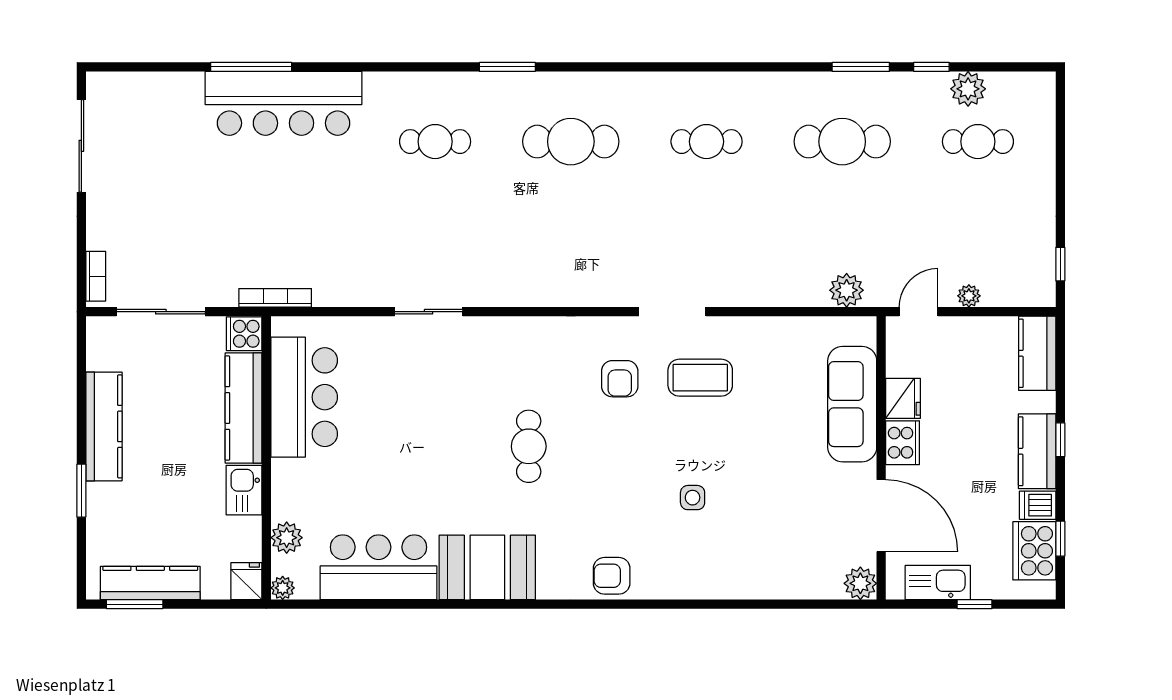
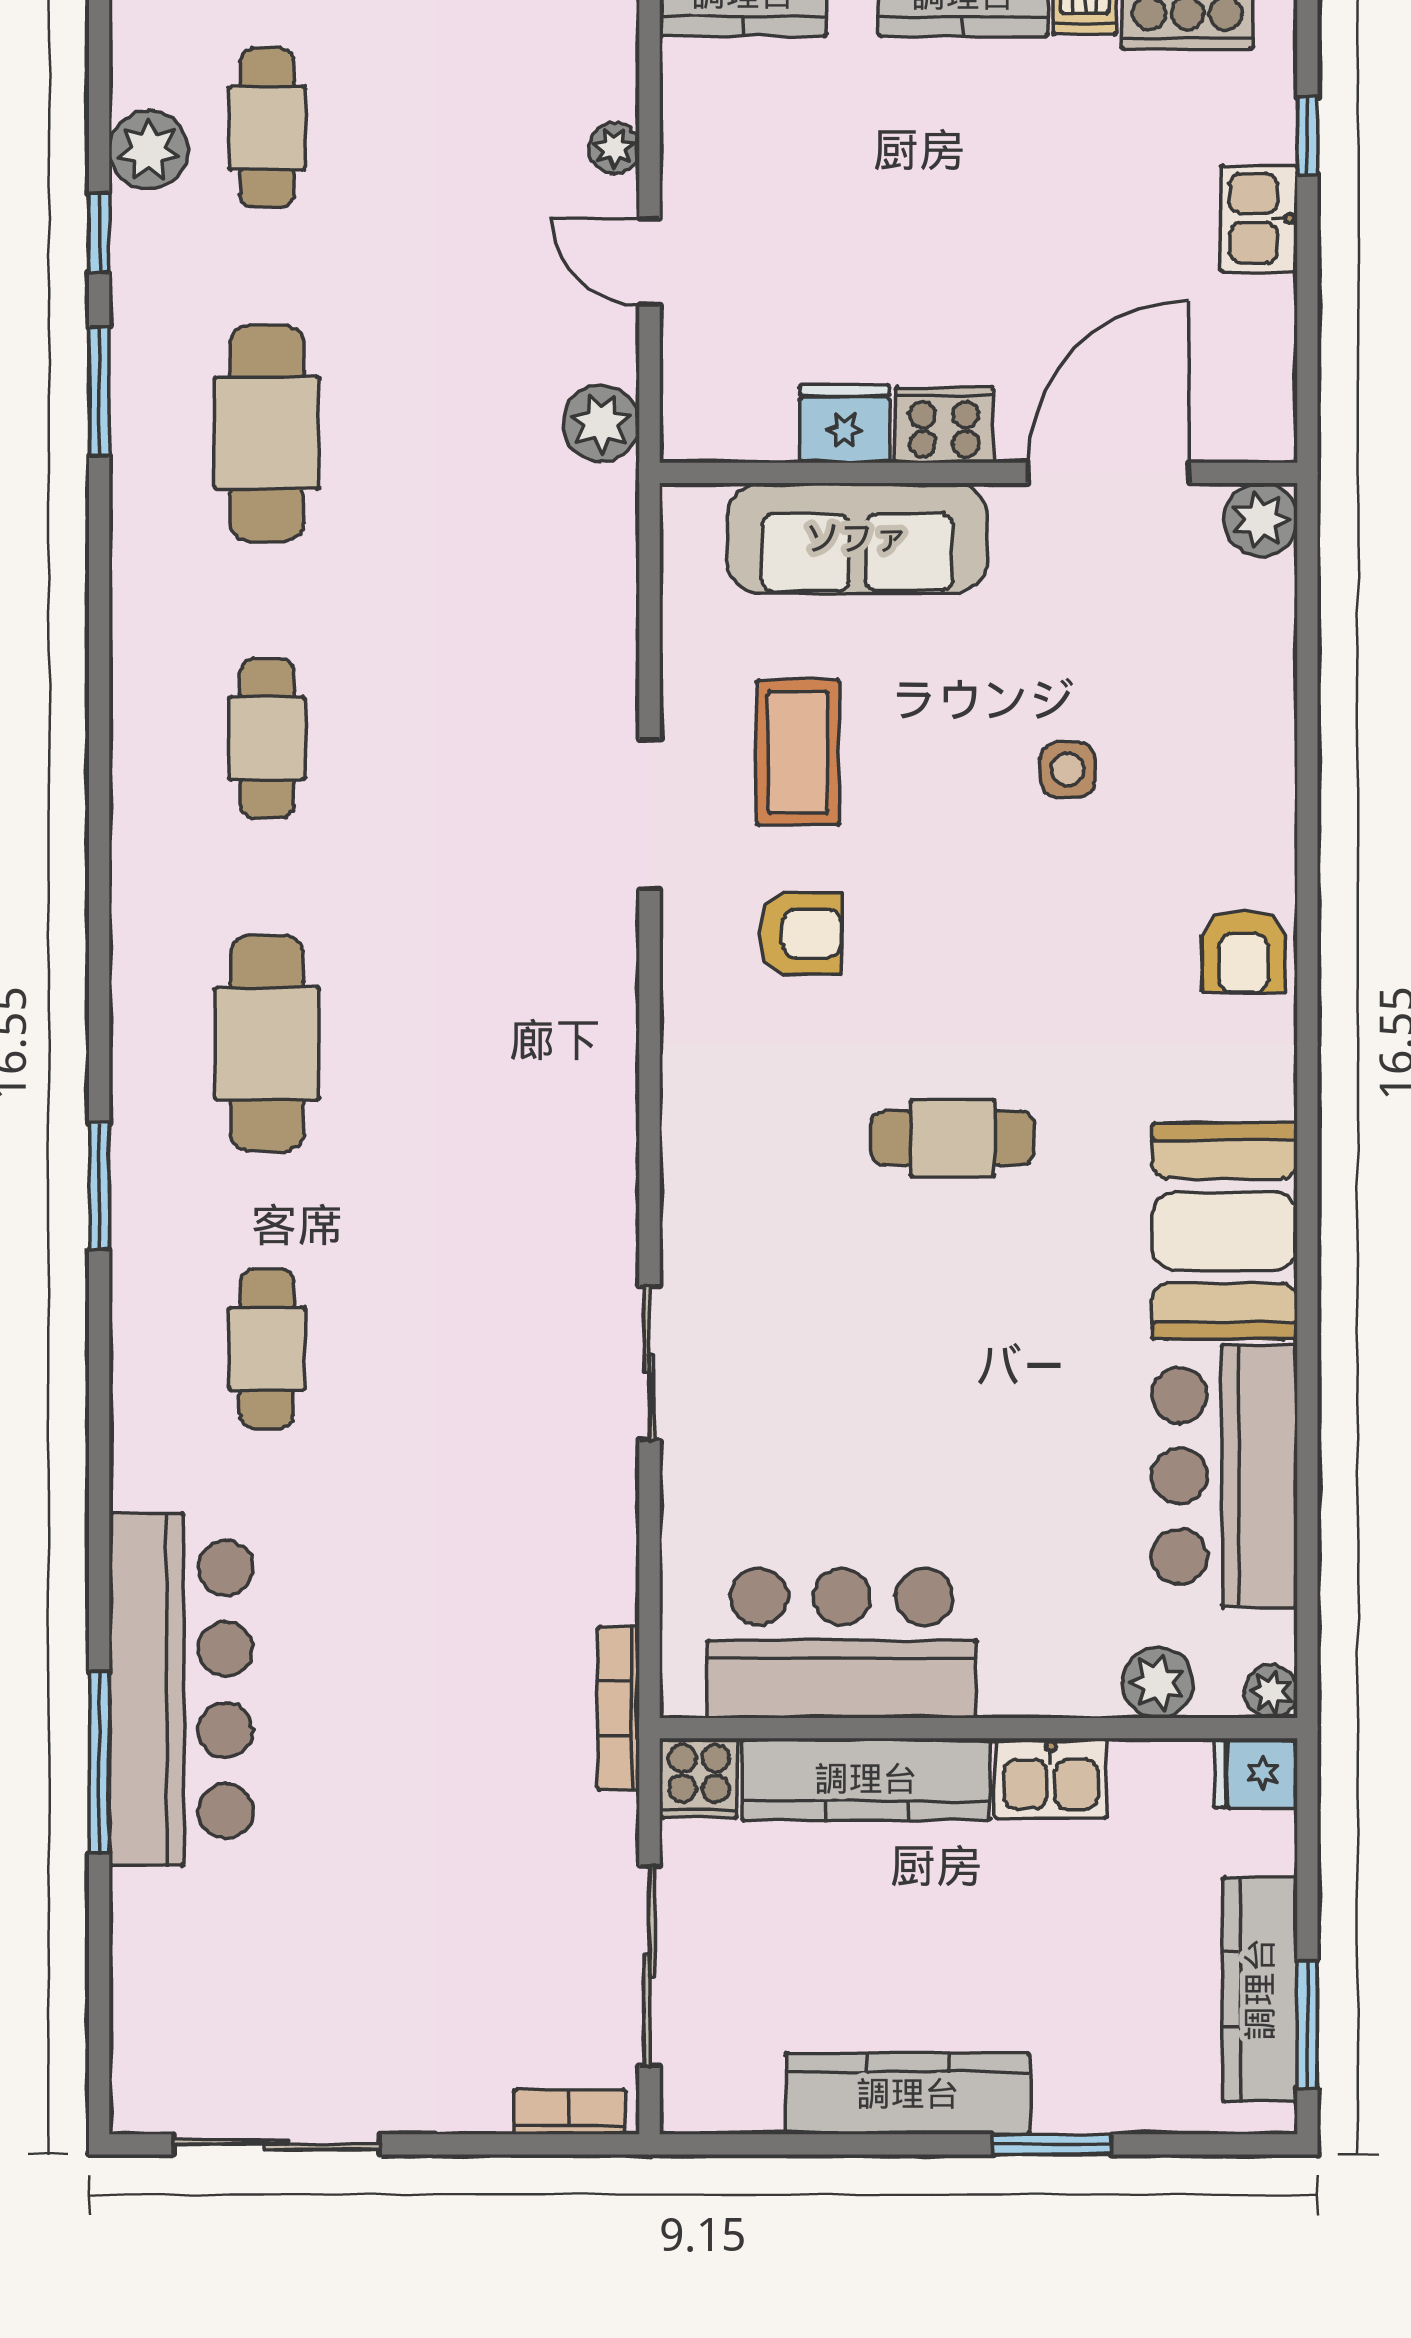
fridge: (903, 398) -> (845, 424), moved
sofa: (852, 404) -> (857, 538), moved
cooker: (903, 443) -> (944, 425), moved
wall: (881, 458) -> (978, 473), moved
door: (881, 516) -> (1108, 473), moved
plant: (860, 583) -> (1260, 520), moved
kitchen sink: (938, 583) -> (1259, 218), width x0.73

